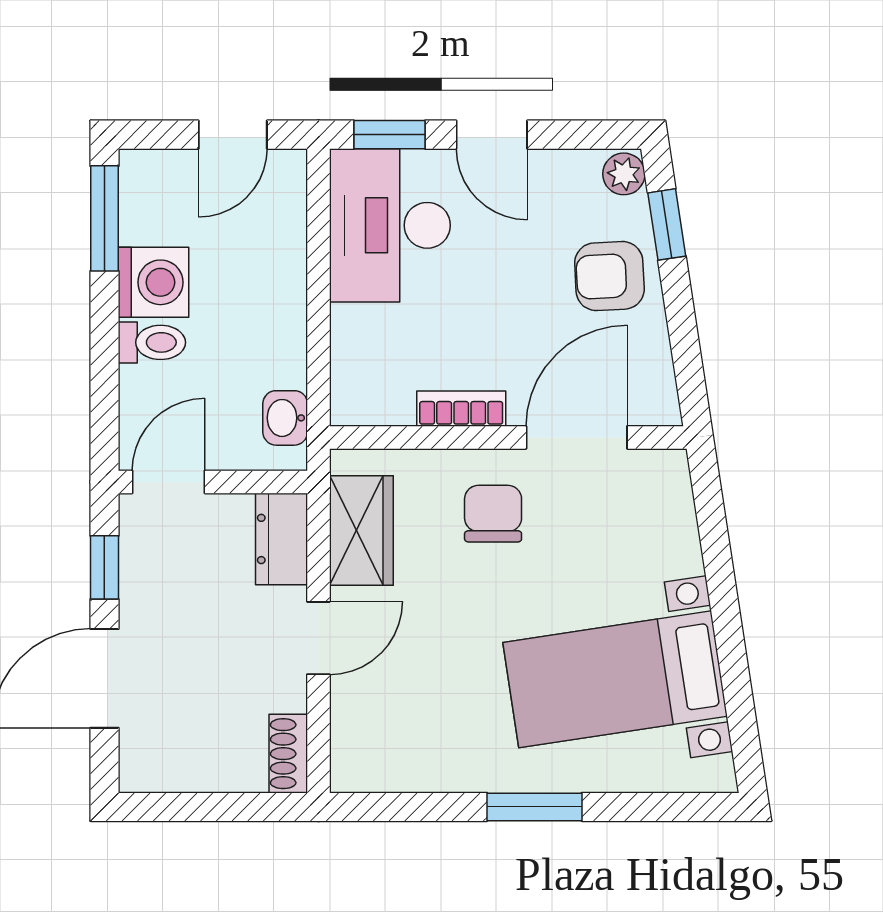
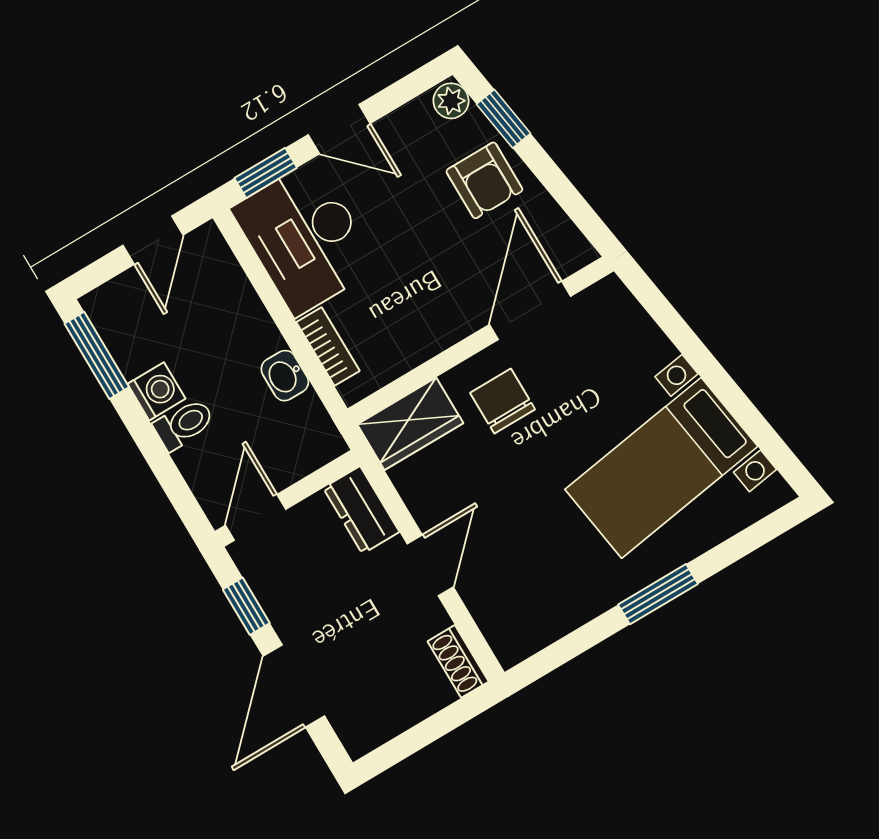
armchair: (609, 276) -> (484, 180), turned -87
washing machine: (153, 282) -> (157, 391), width x0.73, depth x0.73
bookcase: (461, 409) -> (328, 347), moved, turned 90
washbasin: (285, 418) -> (285, 376), moved
wardrobe: (361, 530) -> (410, 424), moved, turned 90

